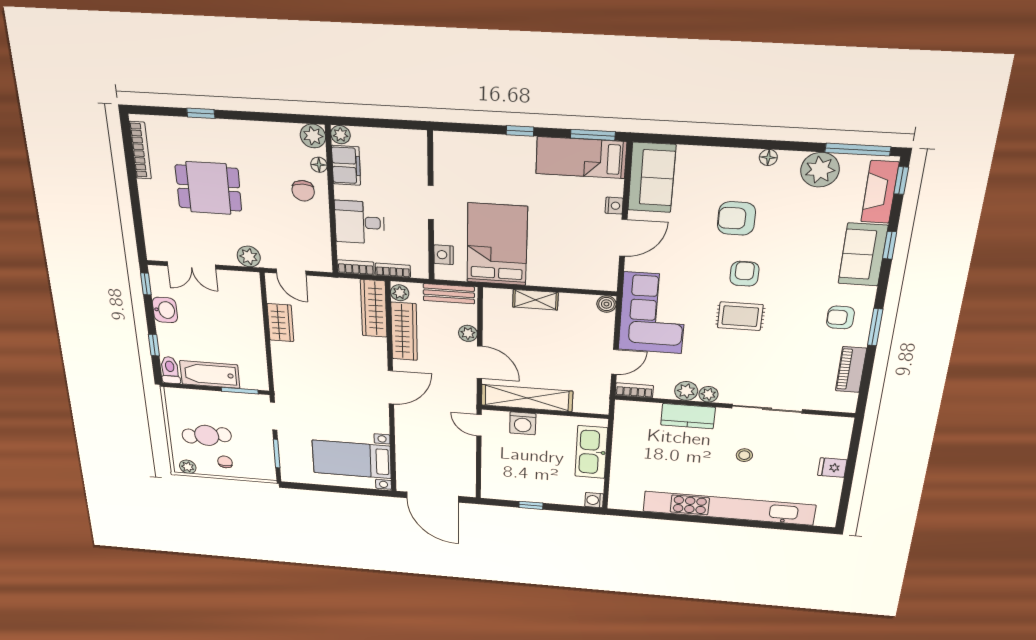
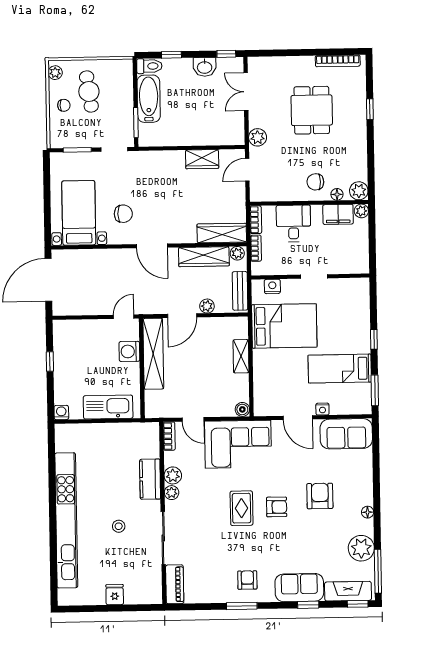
bed: (581, 158) -> (340, 369), moved, turned -90
piano: (851, 369) -> (175, 584), moved, turned 90
chair: (352, 414) -> (123, 214), added

